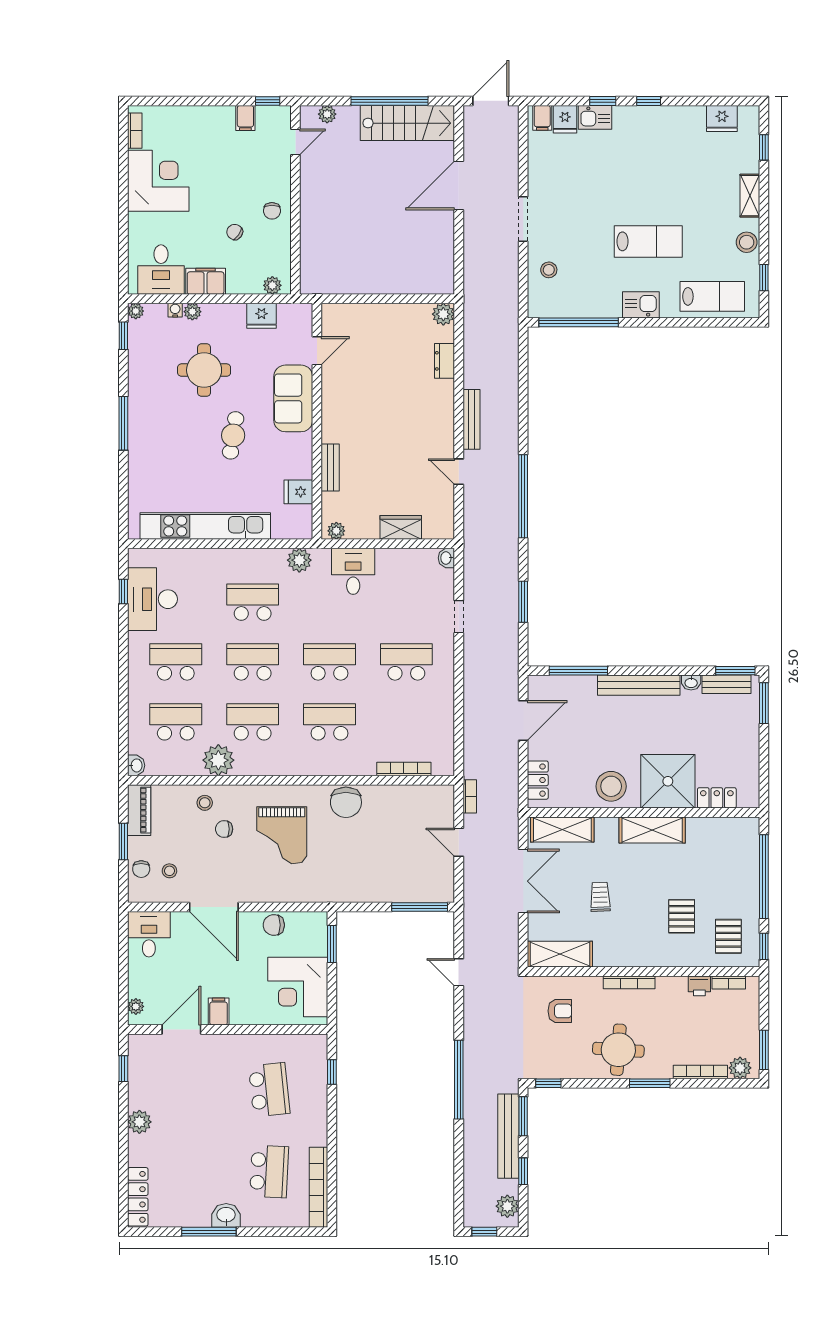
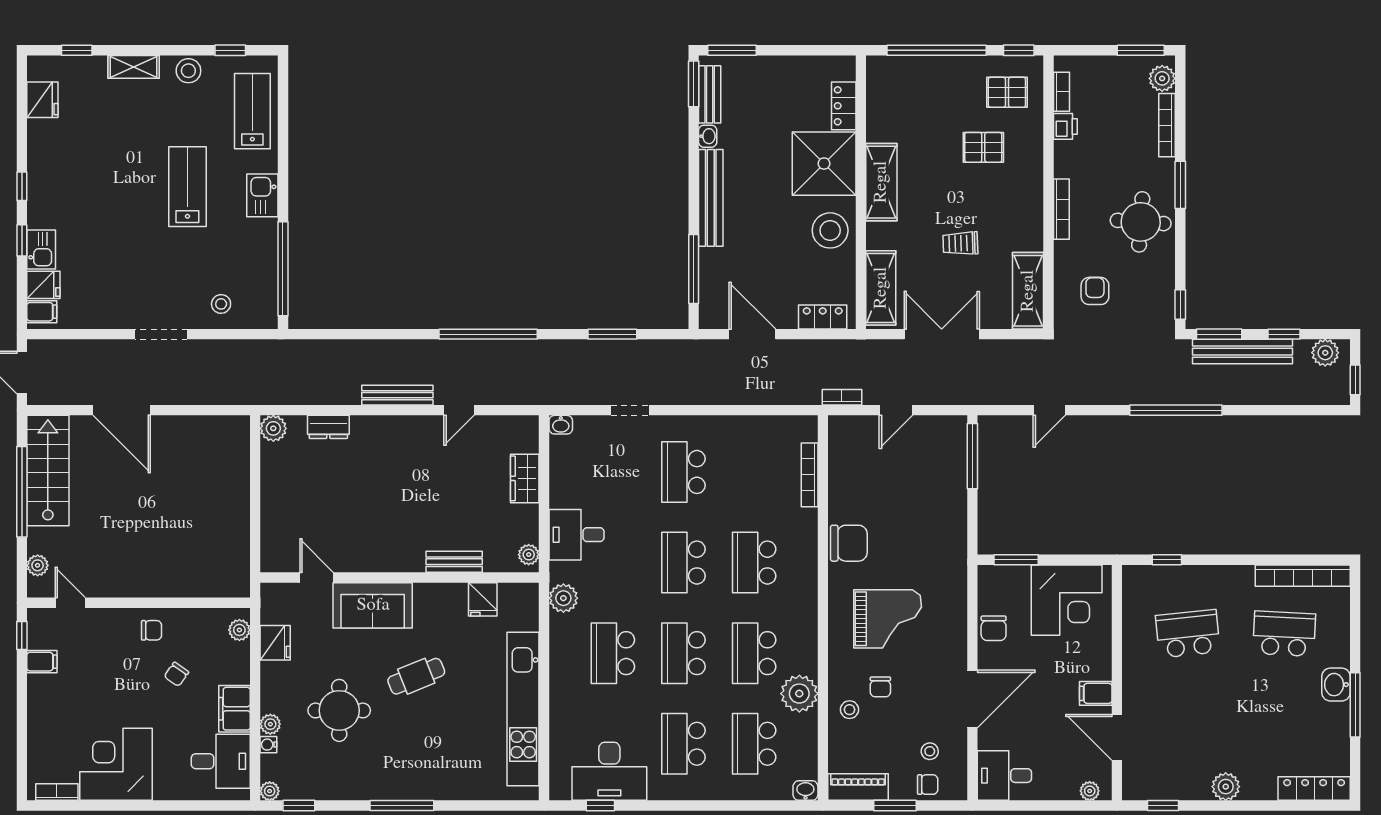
cafe table: (233, 435) -> (416, 676), turned -31

